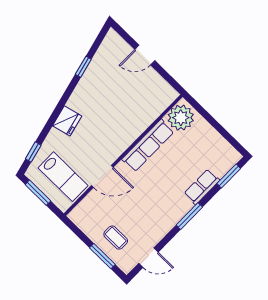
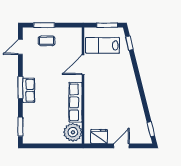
window: (83, 67) -> (151, 129), moved
fridge: (67, 121) -> (99, 136), moved, turned 104
row of seats: (202, 187) -> (29, 90), moved

